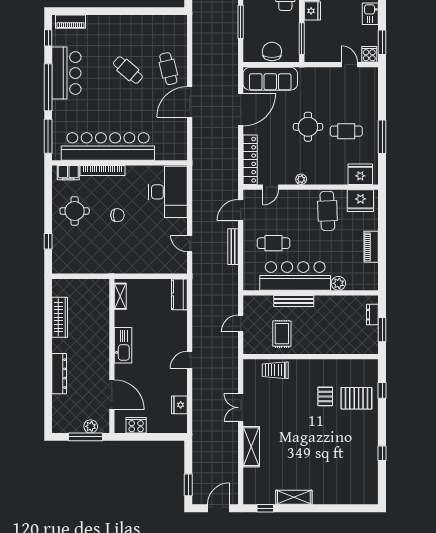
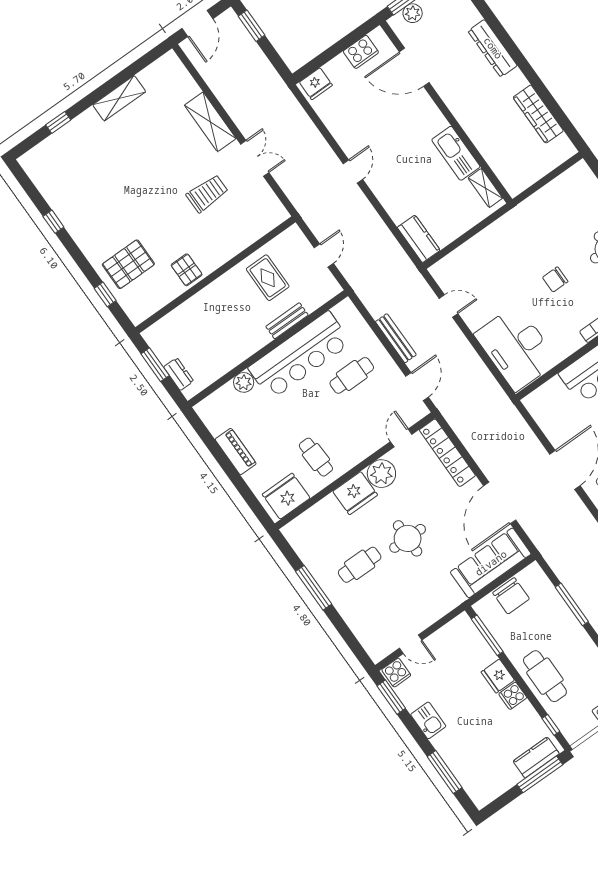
fridge: (360, 174) -> (355, 493), moved
plant: (301, 179) -> (381, 474), width x1.88, depth x1.88
cafe table: (327, 211) -> (316, 457), width x0.73, depth x0.74
bench: (294, 301) -> (287, 321), width x0.73
kitchen sink: (123, 345) -> (456, 153), moved
trolley: (275, 370) -> (207, 193), moved
pallet: (325, 396) -> (187, 270), moved
fridge: (179, 405) -> (316, 84), moved, turned 90
window: (265, 508) -> (58, 122), moved

